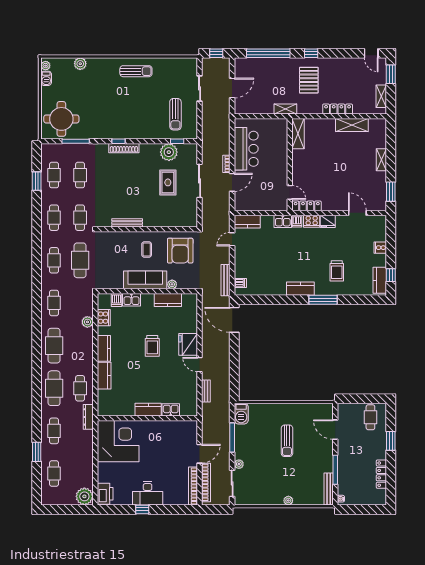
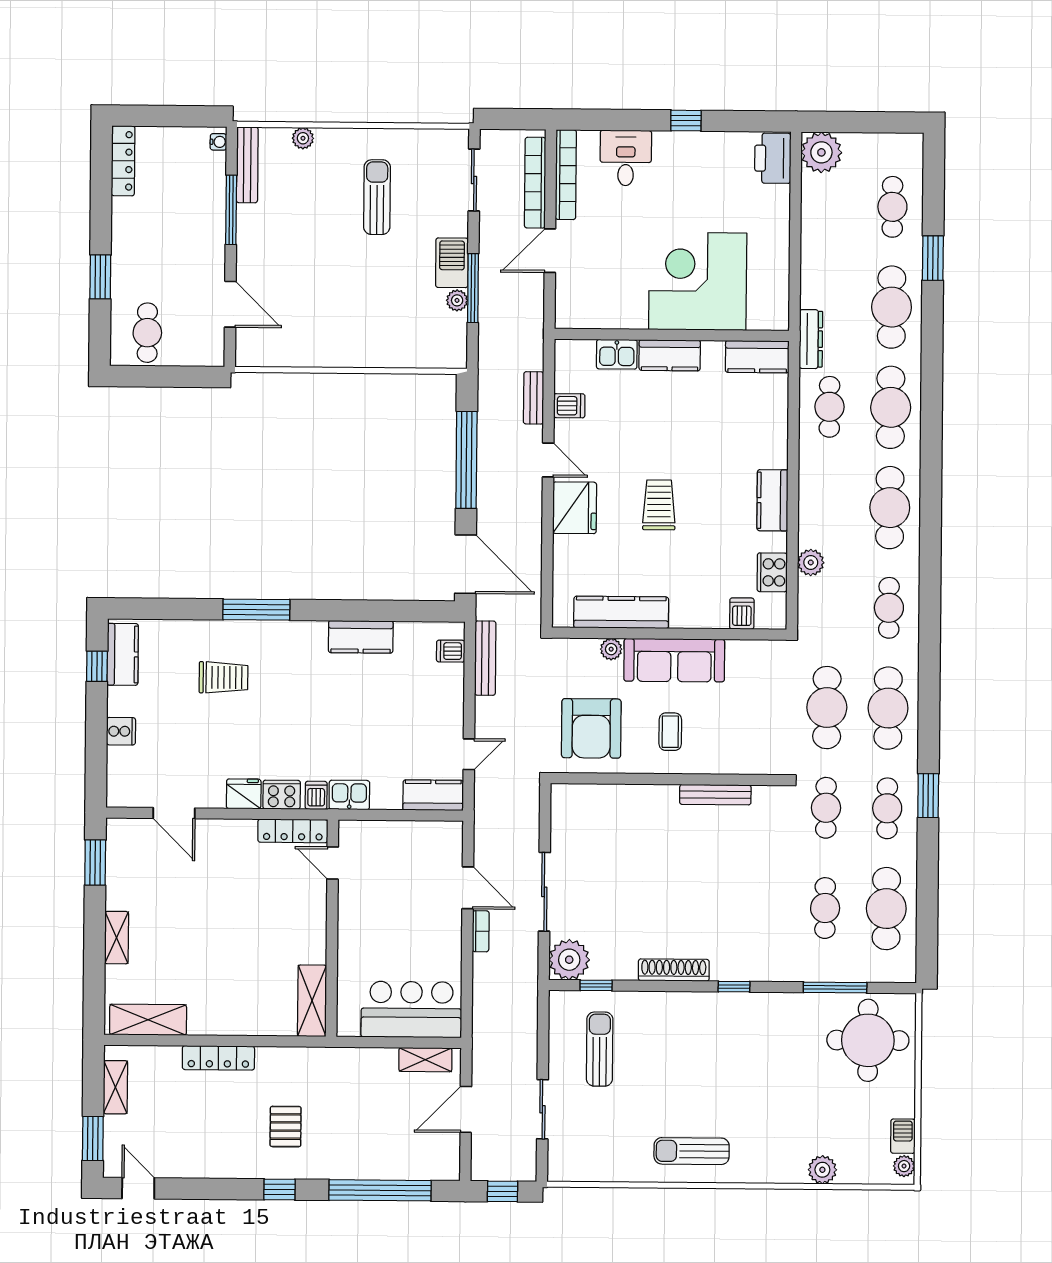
pallet: (309, 80) -> (286, 1127), width x0.67, depth x0.71
shelving: (285, 109) -> (425, 1060), moved
shelving: (352, 125) -> (148, 1020), moved
shoe rack: (124, 148) -> (674, 970), moved
bar counter: (246, 149) -> (411, 1010), moved, turned 90
plant: (169, 152) -> (569, 960), moved
cafe table: (54, 175) -> (886, 909), width x1.37, depth x1.35
window: (37, 181) -> (928, 796), moved
rug: (168, 182) -> (619, 889), removed
door: (232, 182) -> (468, 888), swing flipped
armchair: (180, 251) -> (591, 728), turned 180
cafe table: (54, 260) -> (888, 708), width x1.37, depth x1.35
trolley: (337, 271) -> (224, 677), turned 90
kitchen counter: (300, 289) -> (361, 637), moved
kitchen sink: (131, 300) -> (707, 614), removed
kitchen counter: (168, 300) -> (621, 612), width x1.50
window: (234, 364) -> (466, 460), added
kitchen counter: (104, 376) -> (757, 357), moved, turned -90
dishwasher: (191, 388) -> (569, 406), added
barbecue: (241, 414) -> (452, 263), moved
cafe table: (54, 431) -> (892, 307), width x1.37, depth x1.35
corner desk: (118, 441) -> (698, 281), moved, turned 90
sun lounger: (287, 441) -> (377, 197), moved
plant: (239, 464) -> (457, 300), moved
locker: (381, 474) -> (123, 161), moved
desk: (148, 493) -> (626, 158), moved, width x0.73
plant: (288, 501) -> (303, 138), moved

